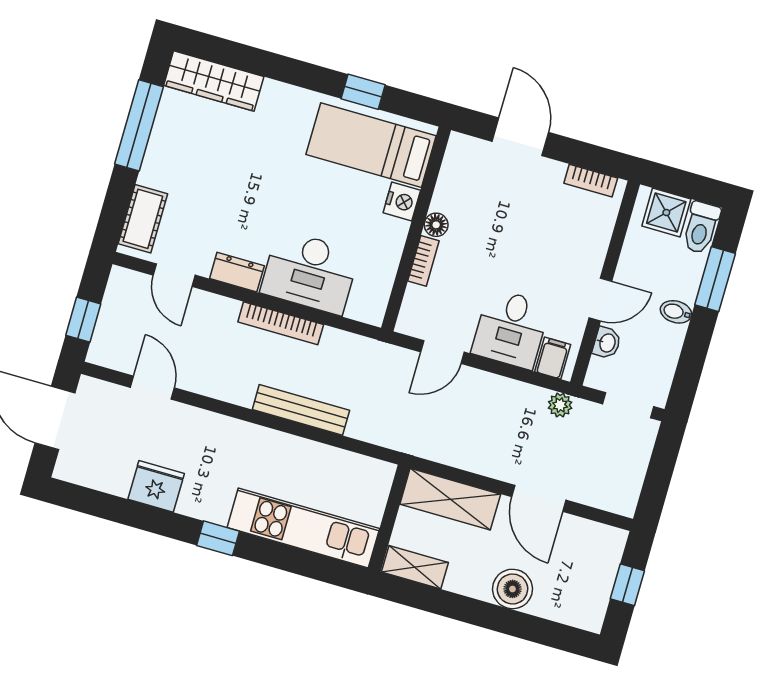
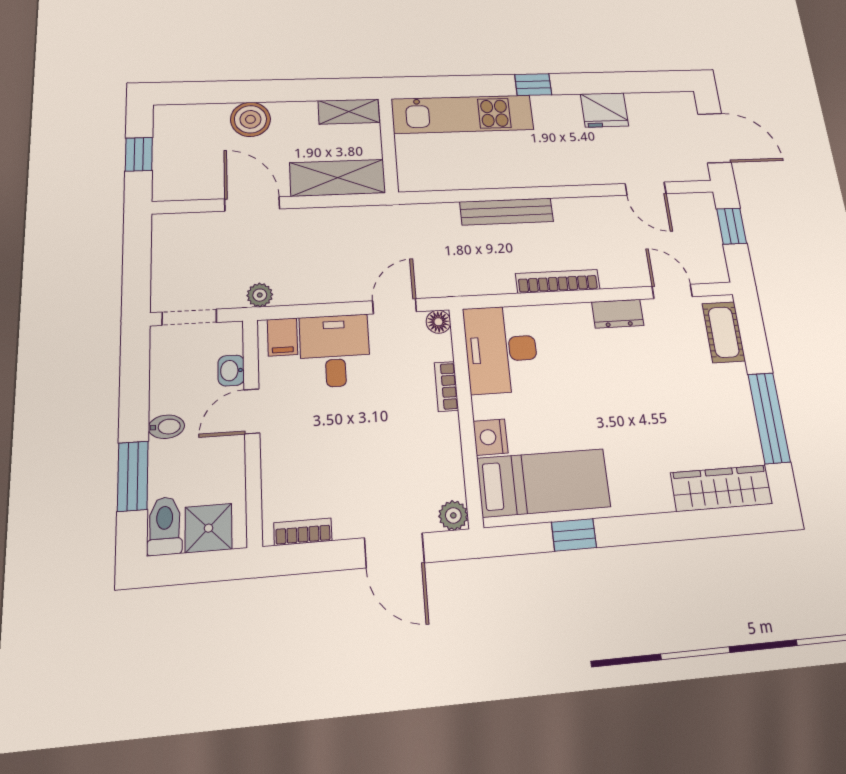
plant: (460, 147) -> (453, 515), added
floor lamp: (436, 225) -> (438, 322), moved
desk: (310, 272) -> (501, 349), moved, turned -90

